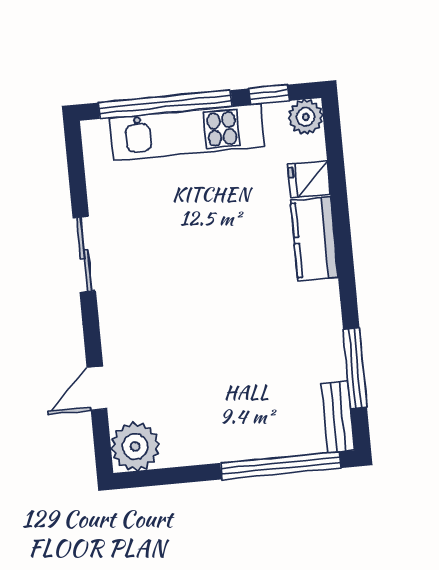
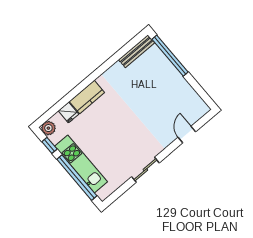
window: (355, 368) -> (120, 53), removed
door: (97, 388) -> (187, 135), swing flipped
bench: (338, 417) -> (137, 51), width x1.36
plant: (135, 446) -> (197, 108), removed

